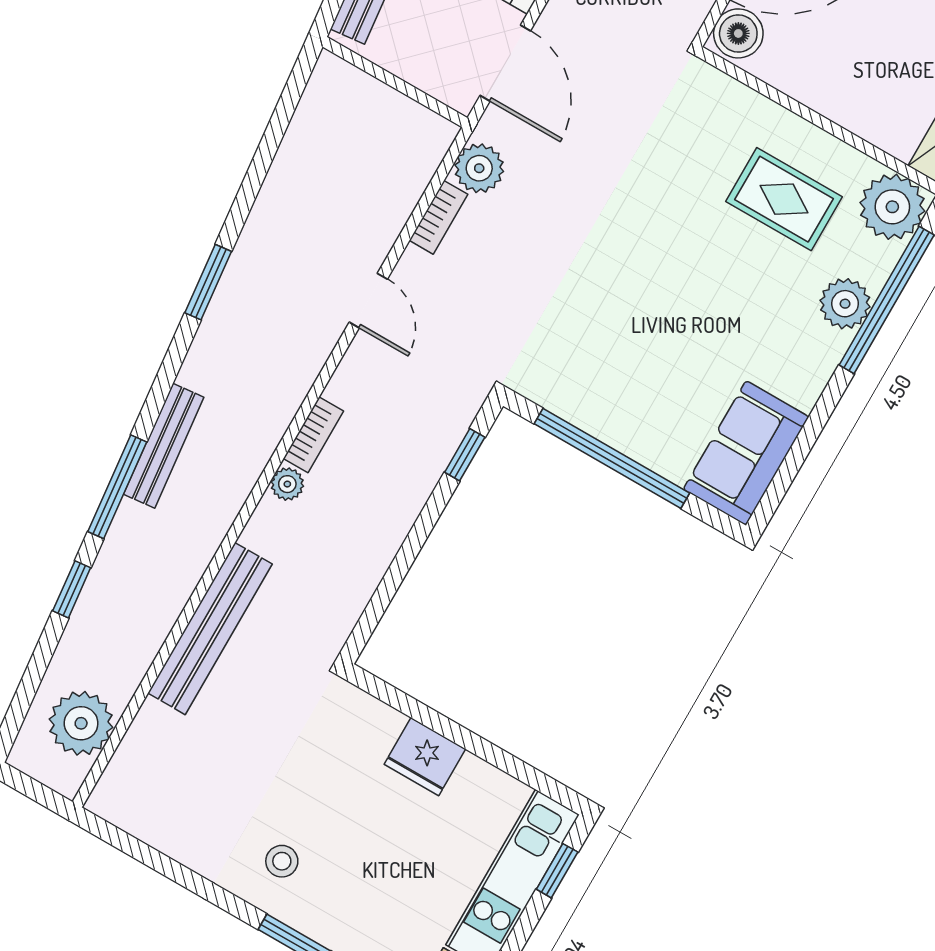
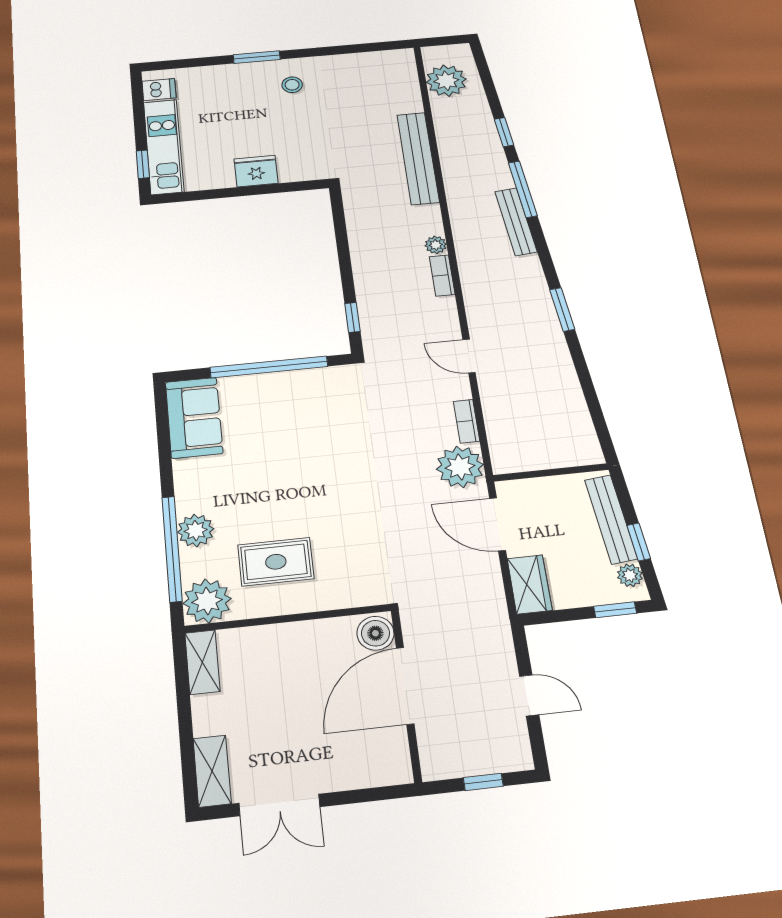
plant: (479, 168) -> (460, 467), width x1.36, depth x1.36

